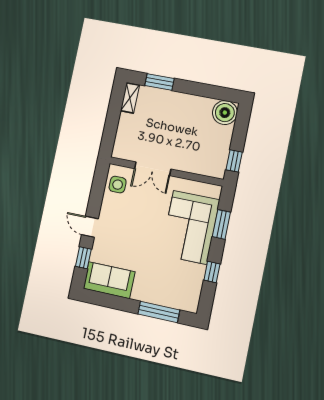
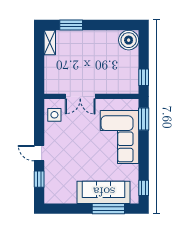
window: (221, 224) -> (144, 119), moved
window: (212, 272) -> (144, 188), moved
sofa: (109, 280) -> (104, 192), moved, width x1.36

